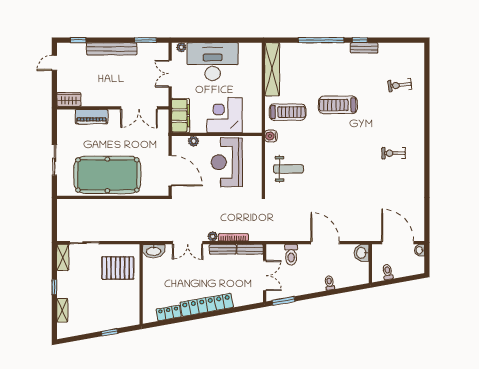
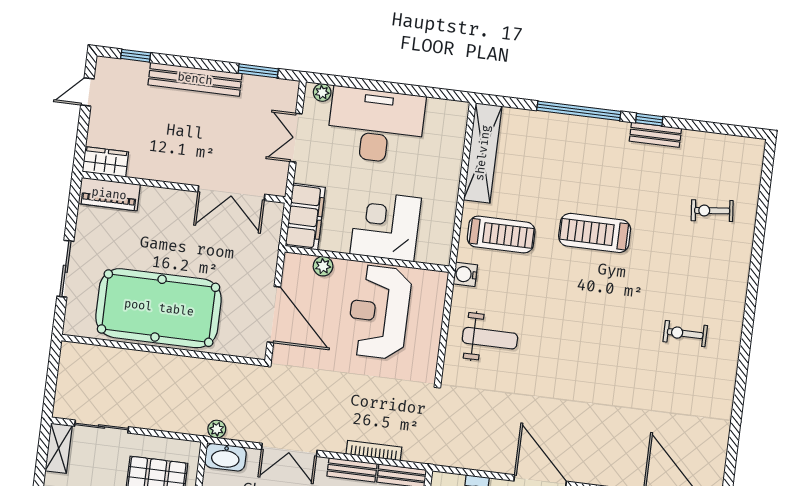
piano: (92, 117) -> (109, 194), moved
plant: (213, 236) -> (217, 429), moved

